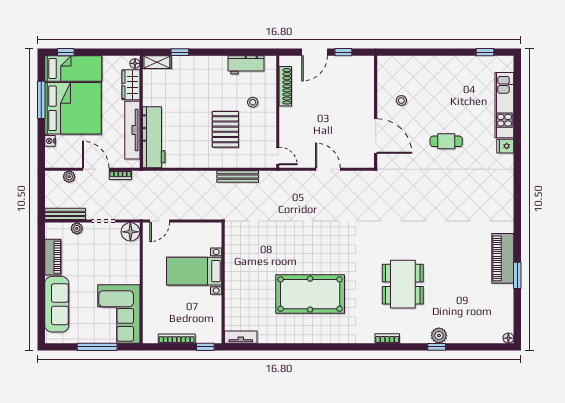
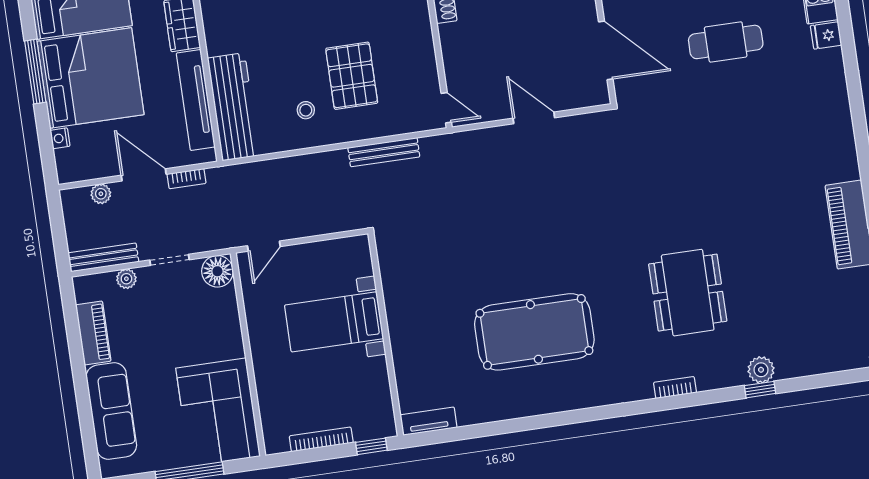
stool: (253, 102) -> (306, 110), moved
cafe table: (446, 141) -> (726, 42), width x1.37, depth x1.35

